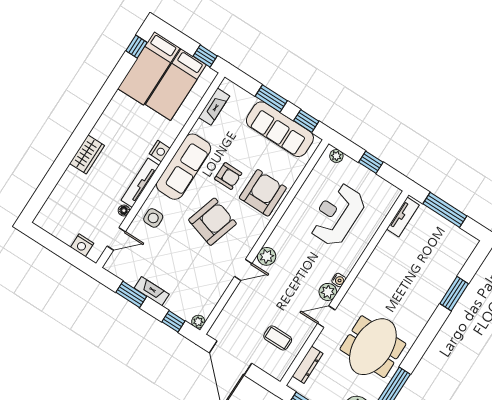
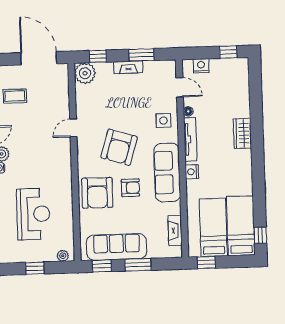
armchair: (228, 176) -> (130, 188), turned 180
door: (116, 239) -> (180, 87), swing flipped
window: (48, 241) -> (228, 52), added
plant: (267, 256) -> (63, 149), removed
plant: (198, 322) -> (85, 73), width x1.88, depth x1.88

